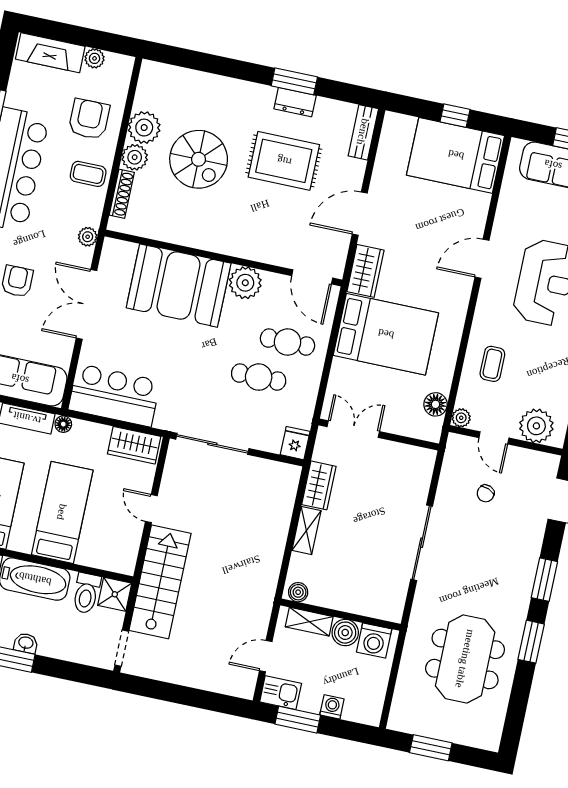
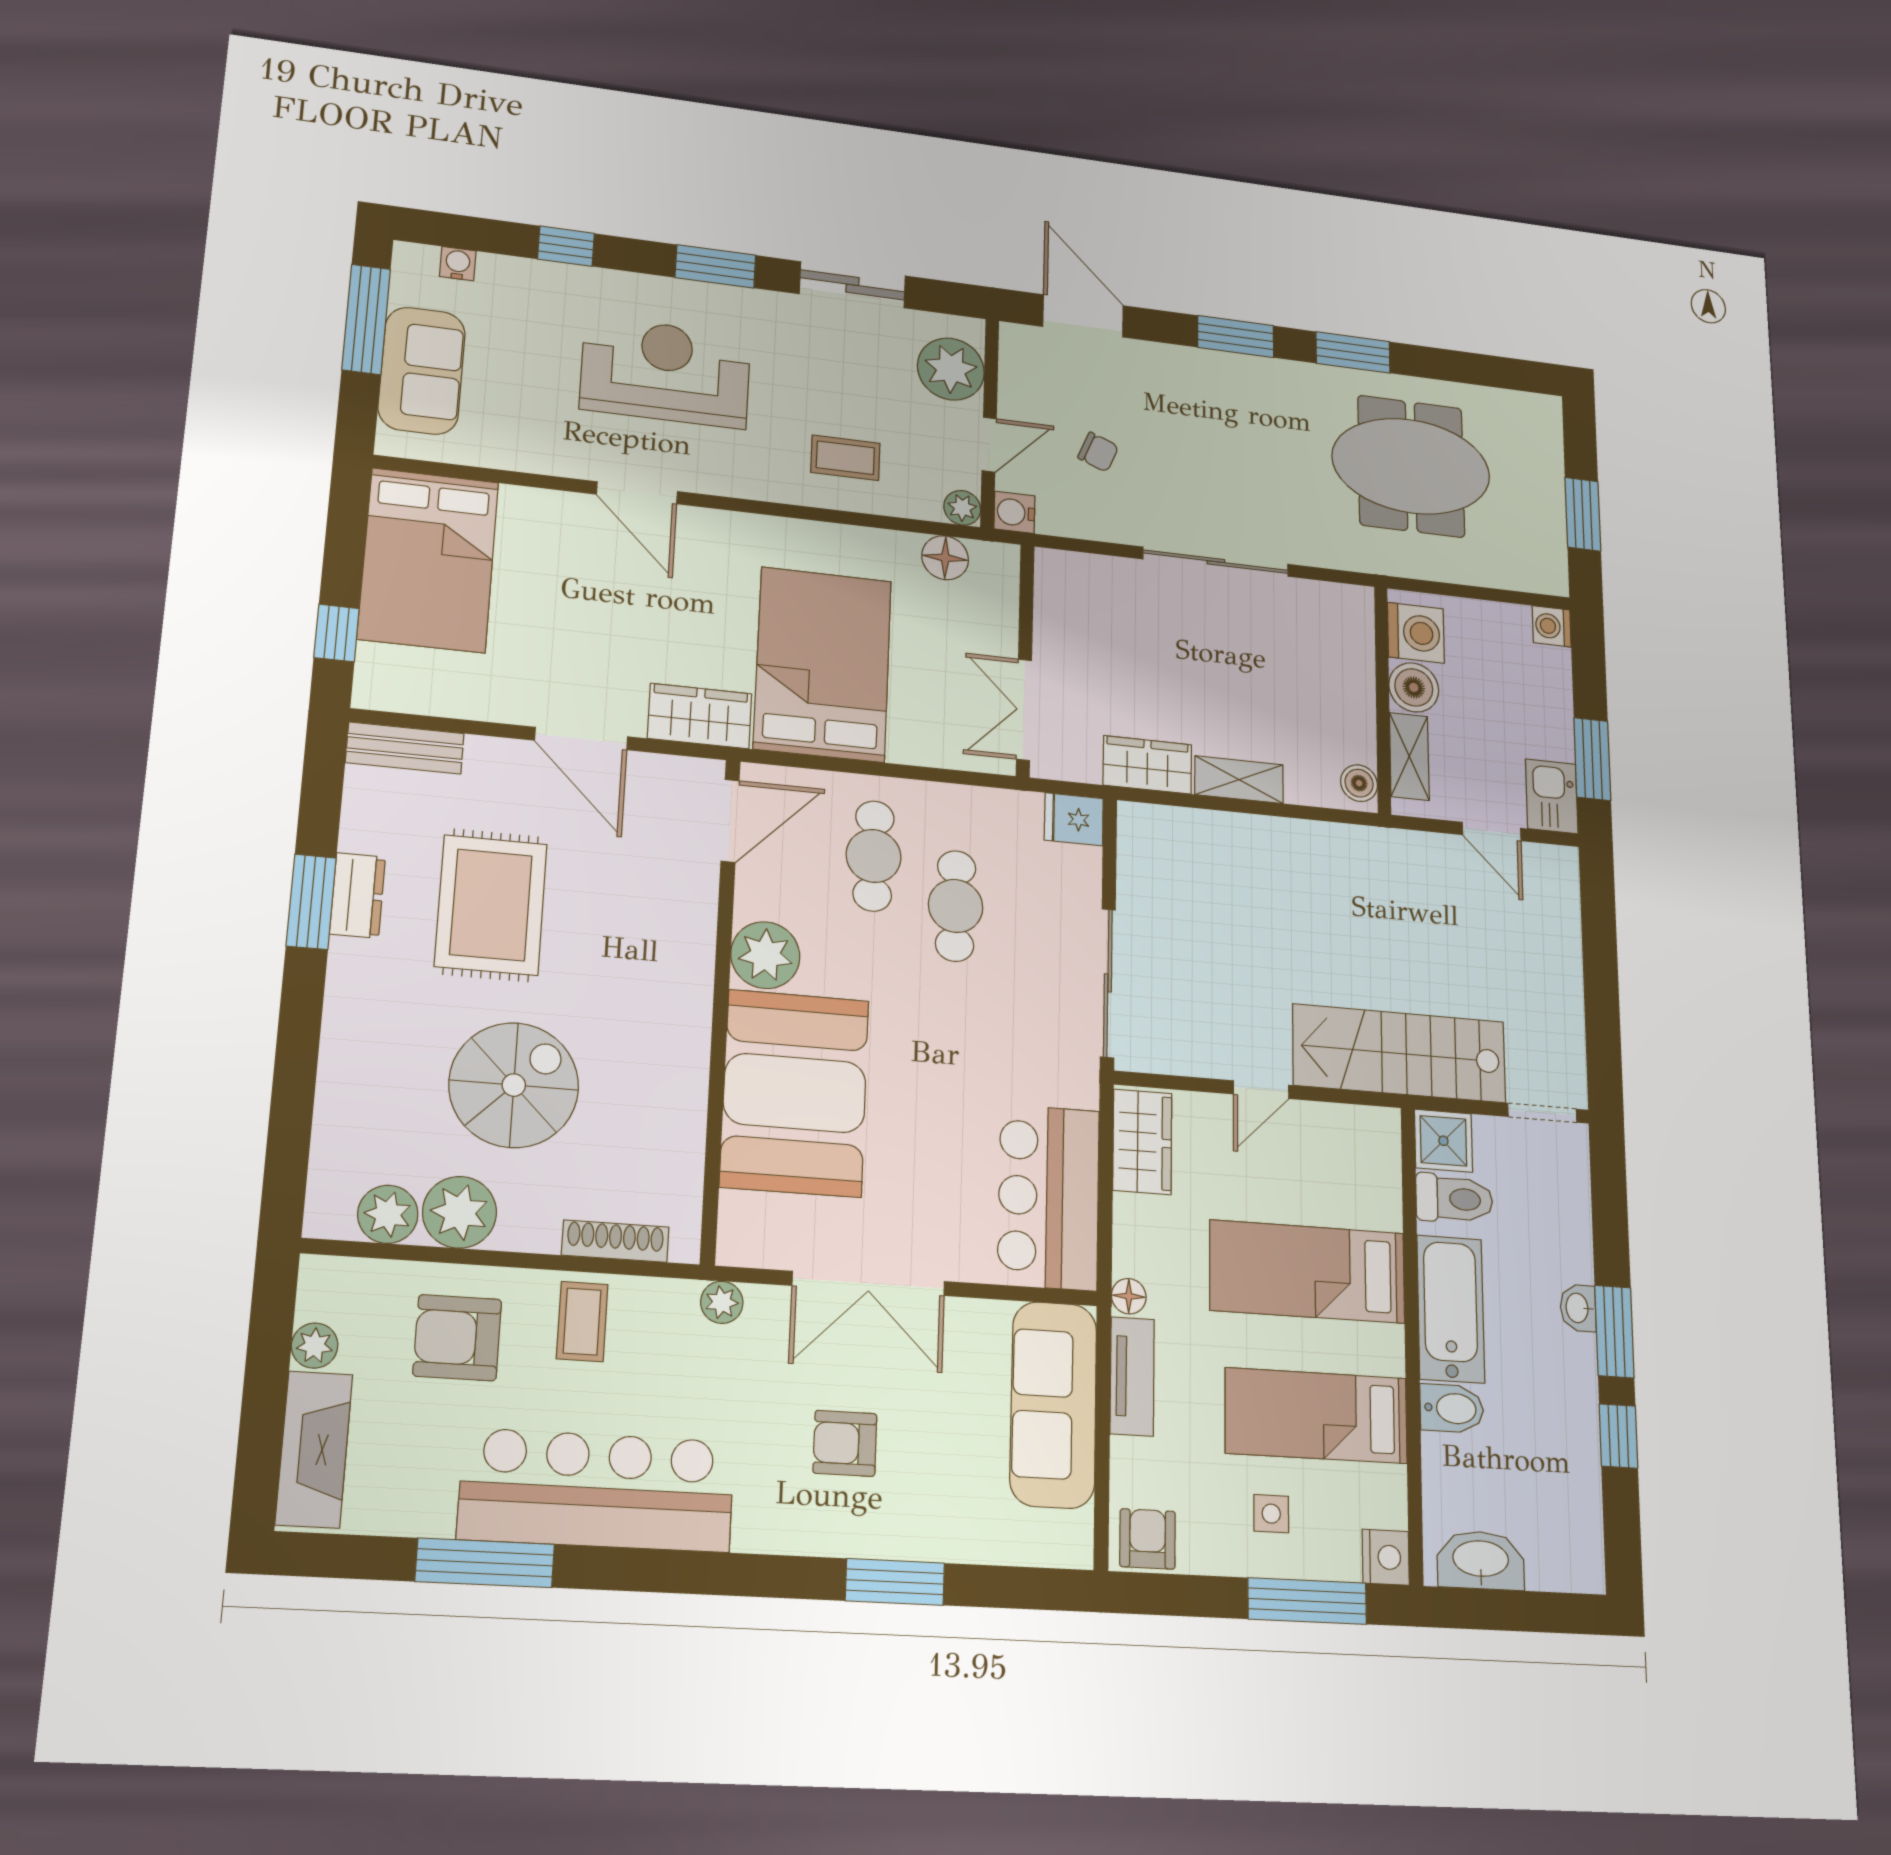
window: (455, 116) -> (337, 633), moved
plant: (135, 157) -> (388, 1214), moved
water cooler: (457, 444) -> (1014, 512), added
washing machine: (332, 707) -> (1552, 626), moved

